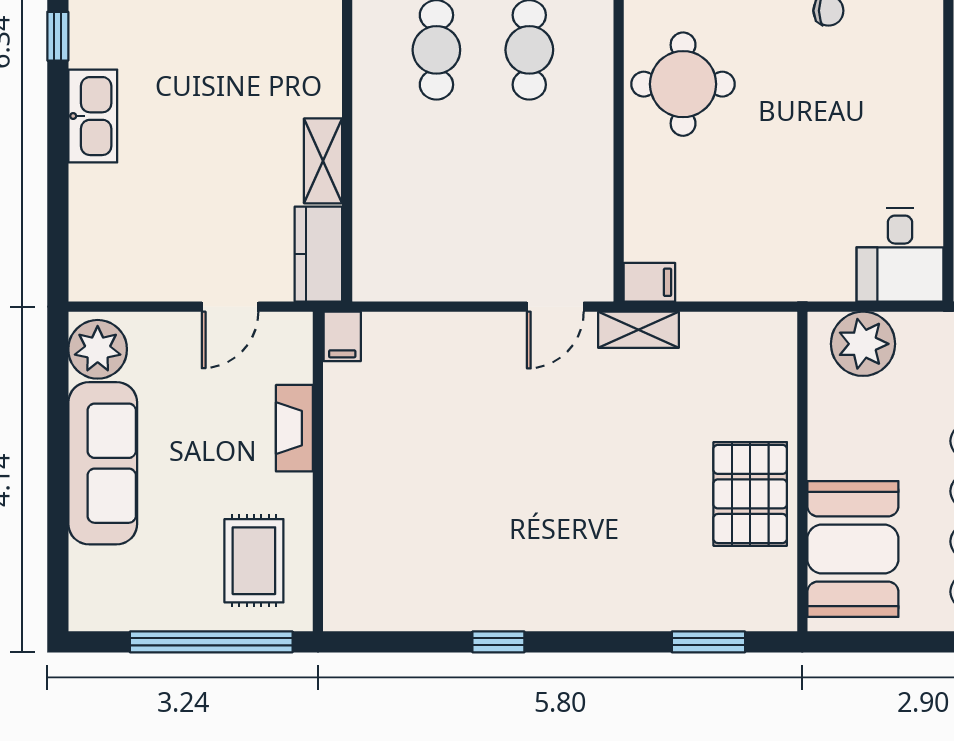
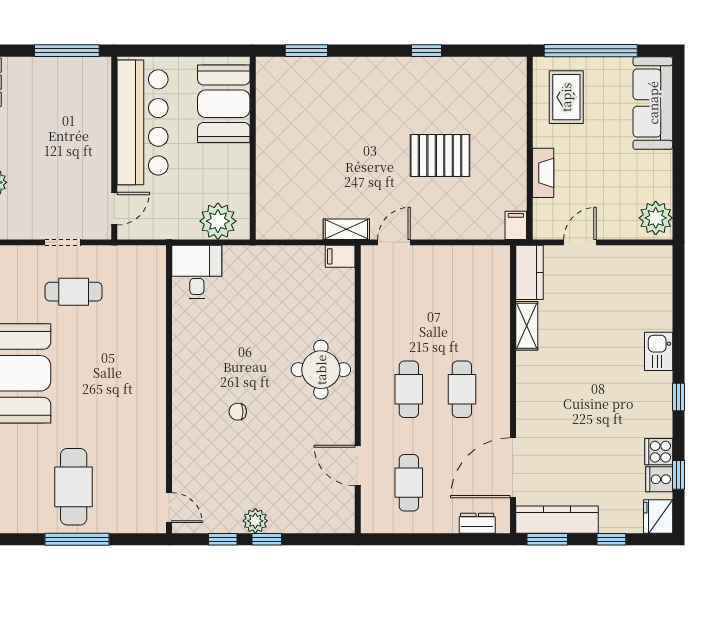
kitchen sink: (93, 116) -> (659, 351), width x0.73
sofa: (103, 463) -> (653, 103), moved
pallet: (750, 494) -> (440, 155), moved, turned 90

